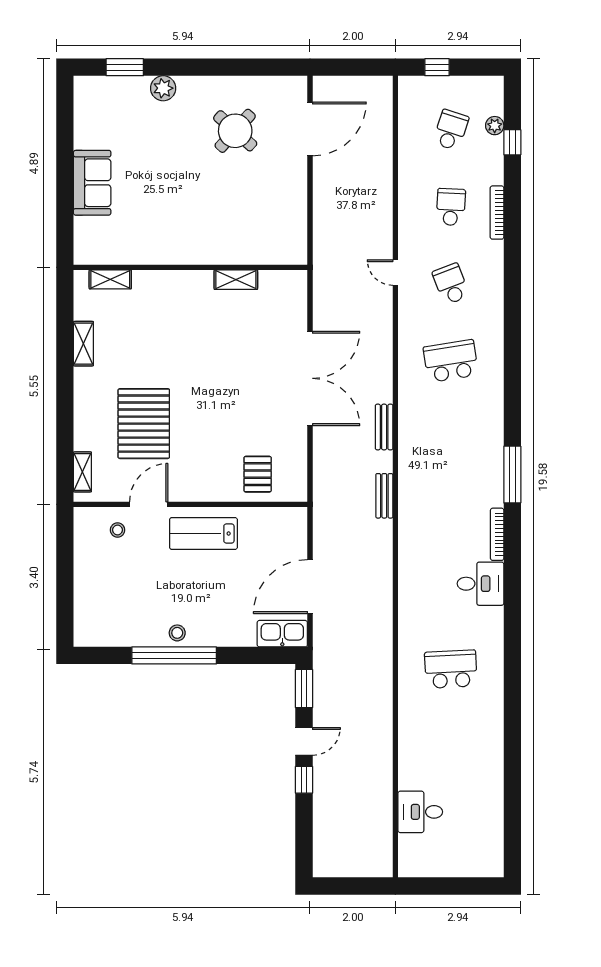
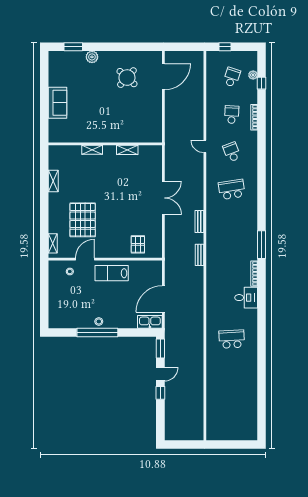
shelving: (110, 279) -> (92, 150), moved
double door: (310, 378) -> (163, 198), width x0.73
desk: (420, 812) -> (217, 408), removed

